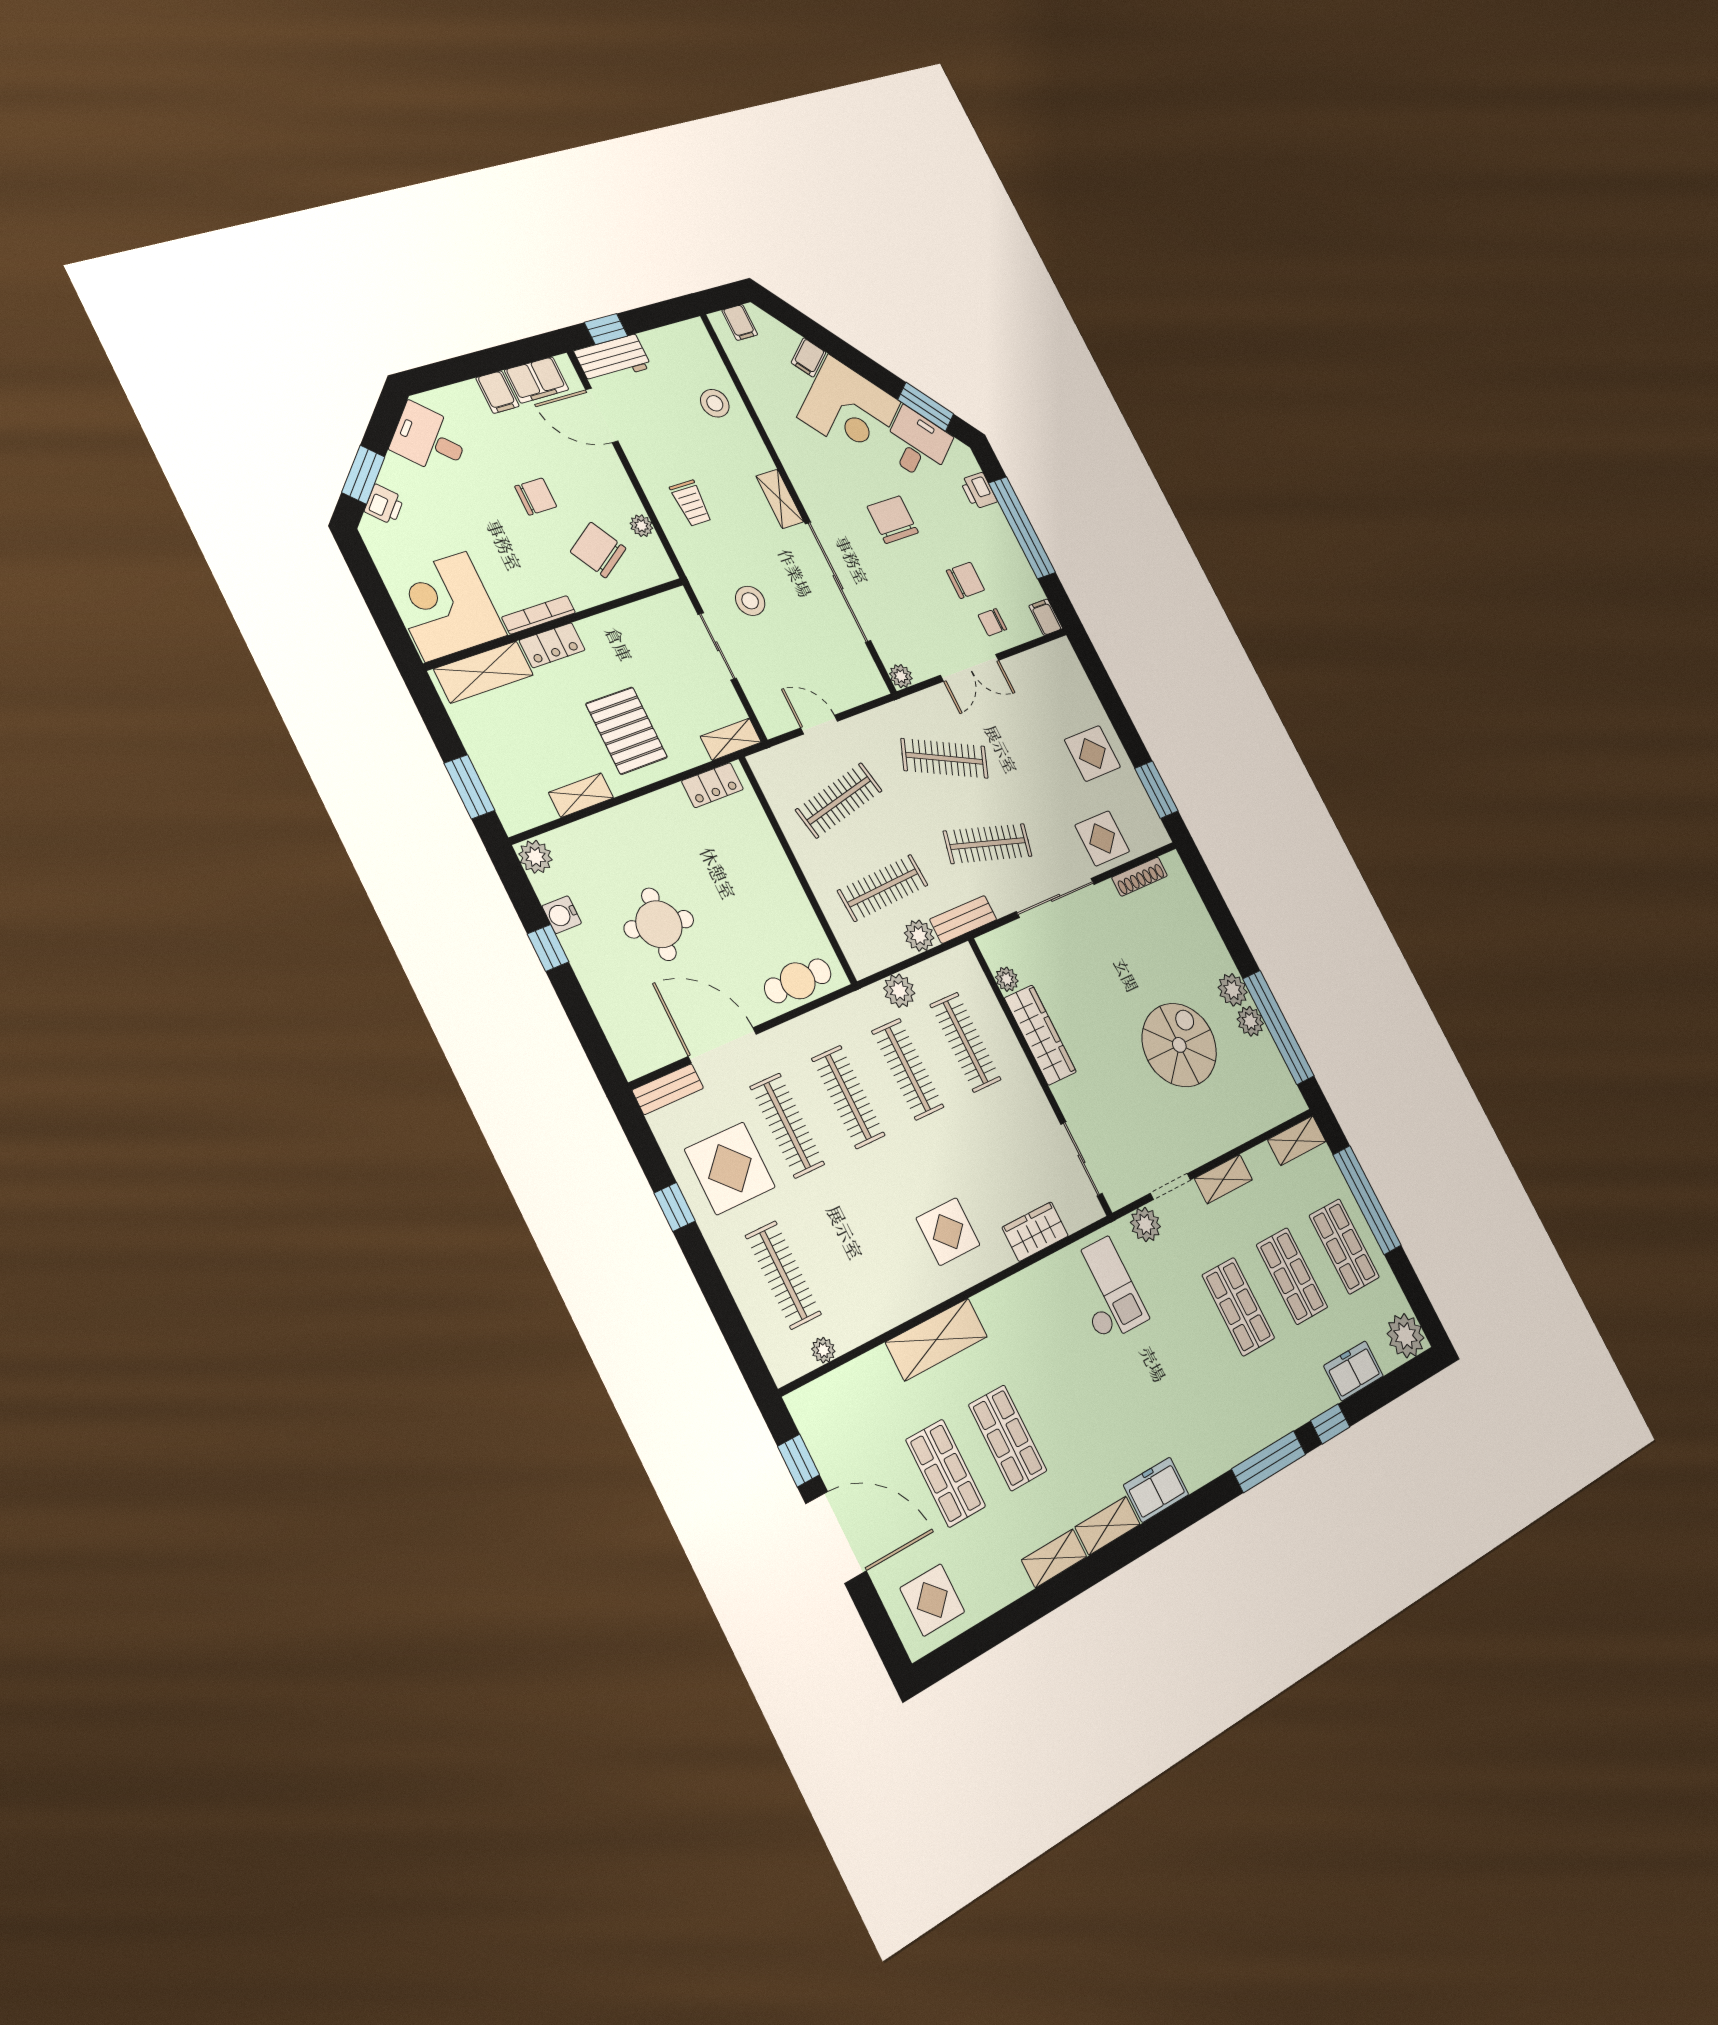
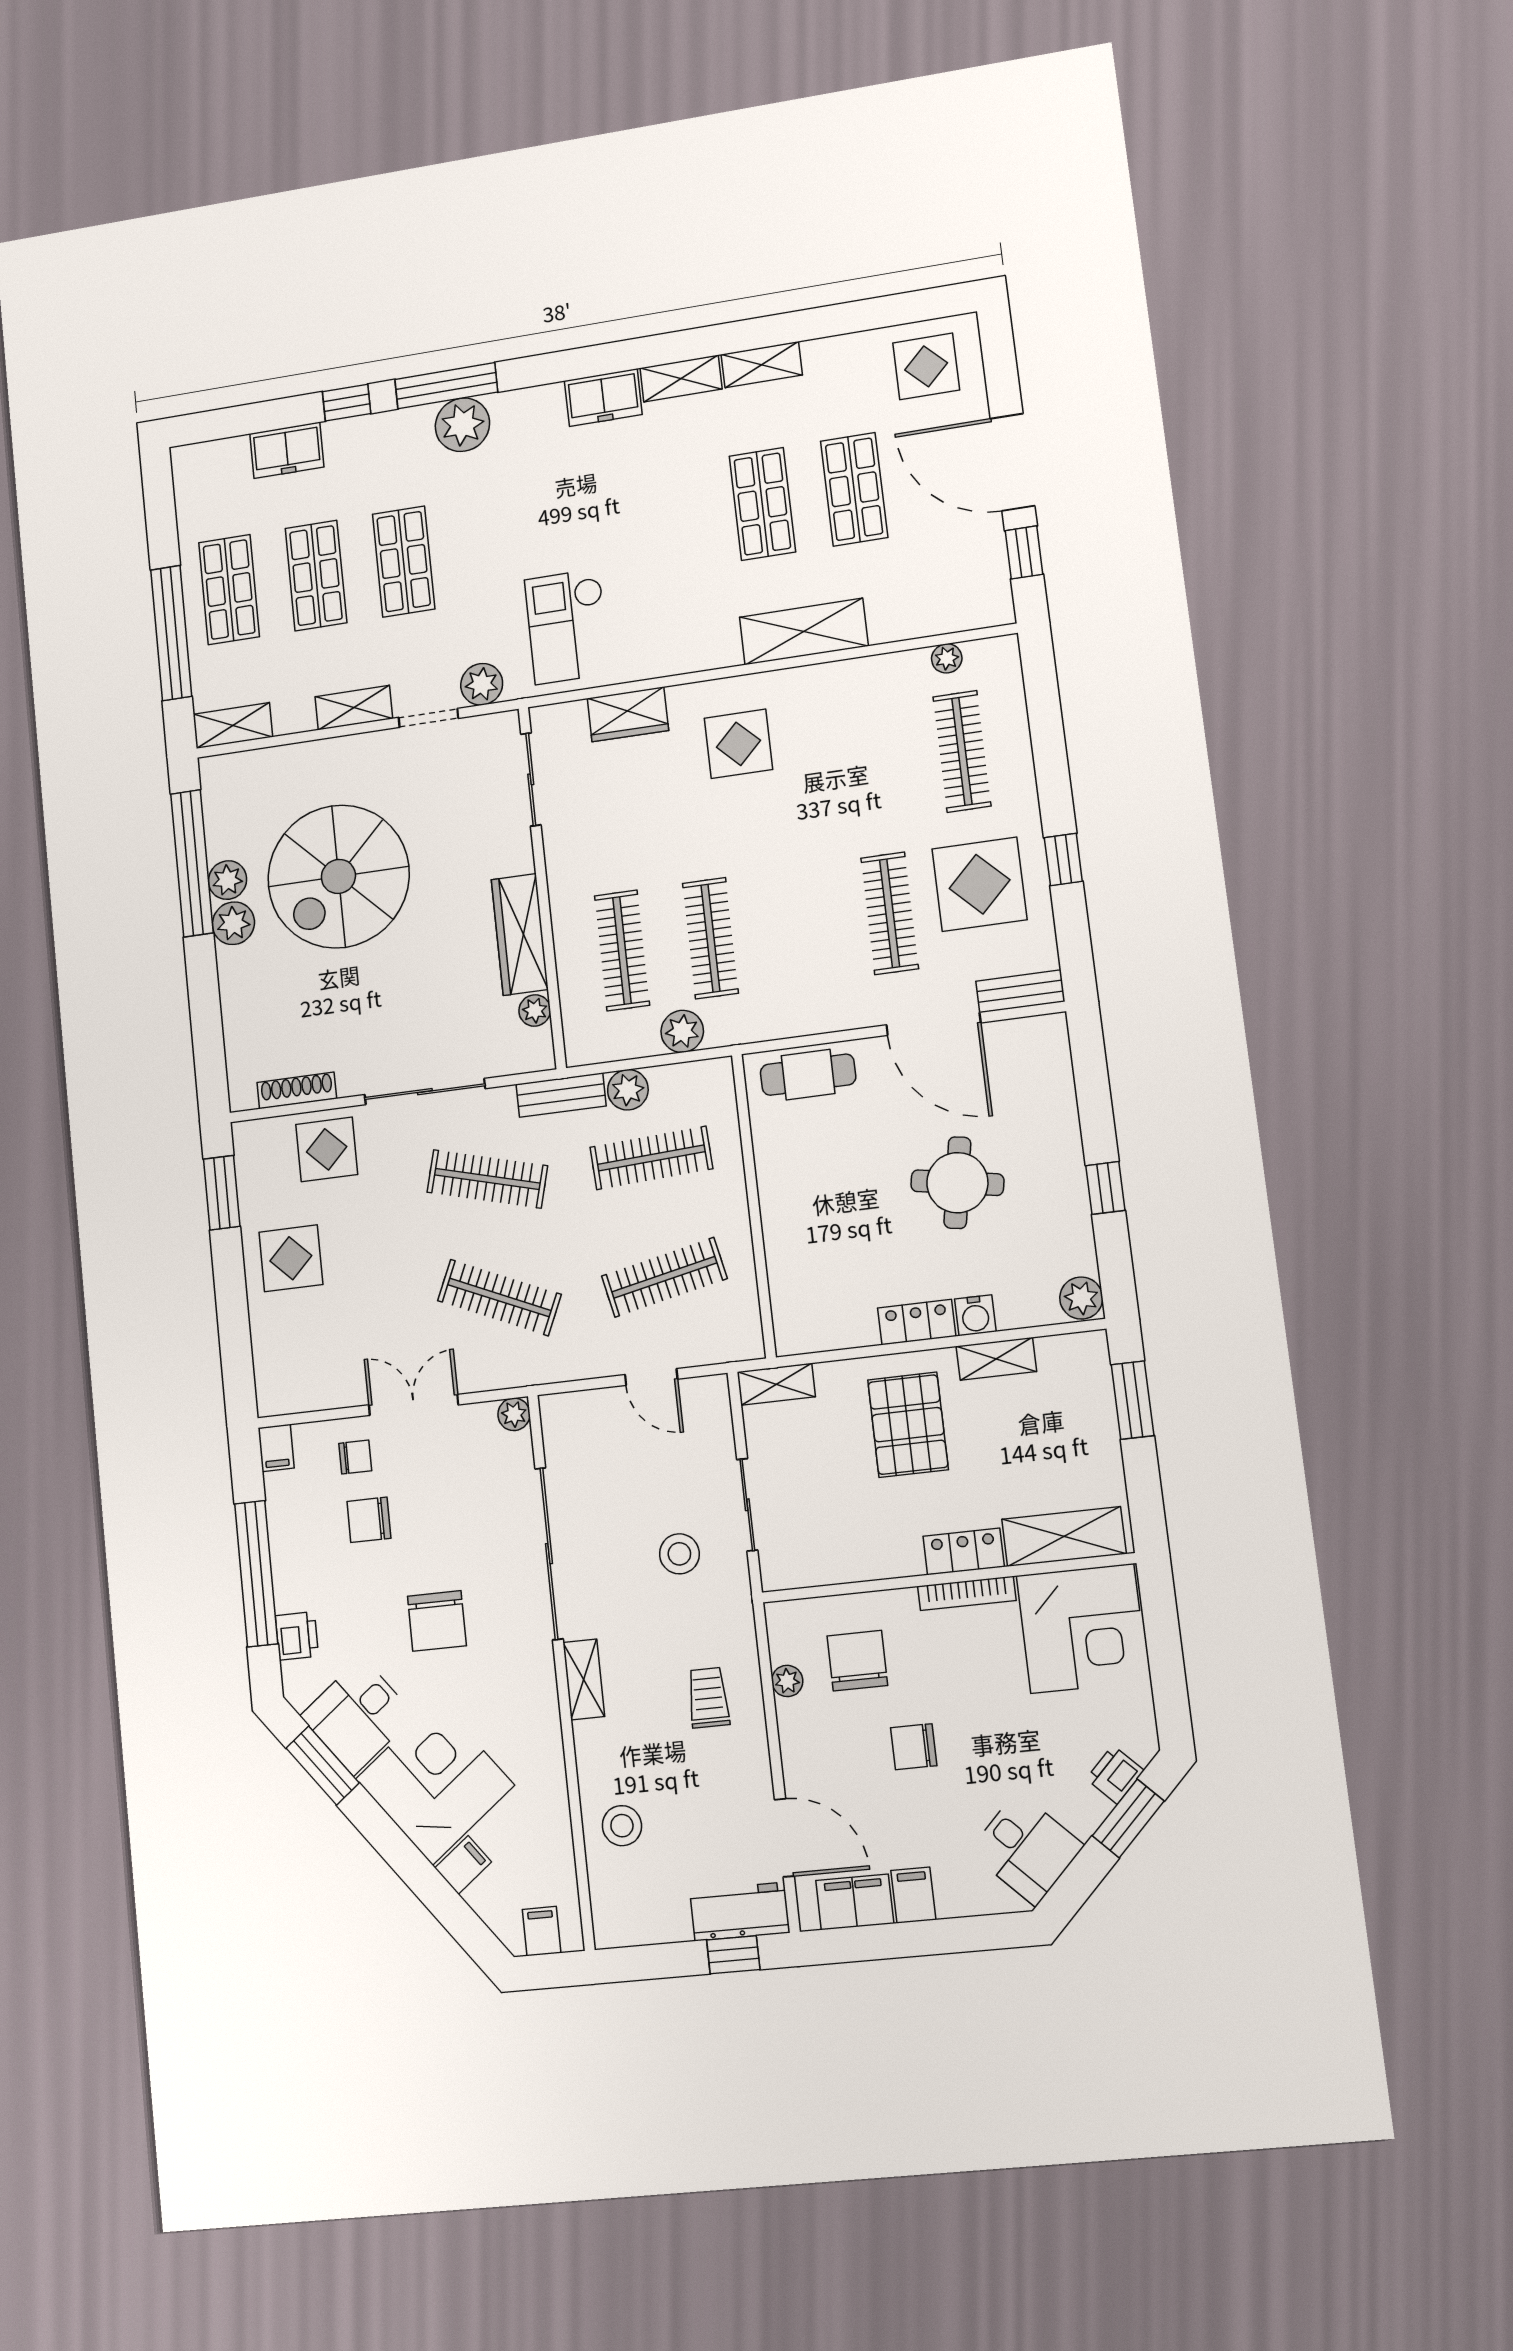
chair: (598, 550) -> (857, 1661), turned -148
locker: (712, 785) -> (917, 1322), moved
water cooler: (562, 915) -> (975, 1315), moved, turned 90
spiral stairs: (1179, 1045) -> (338, 876), width x1.37, depth x1.37
clothes rail: (848, 1097) -> (800, 926), removed
plant: (1405, 1336) -> (462, 425), moved

